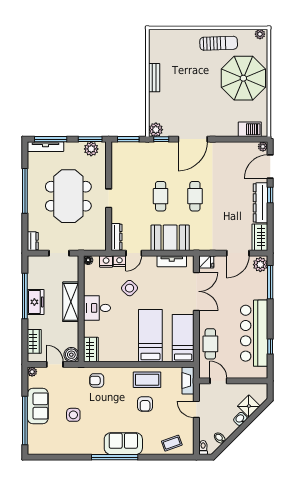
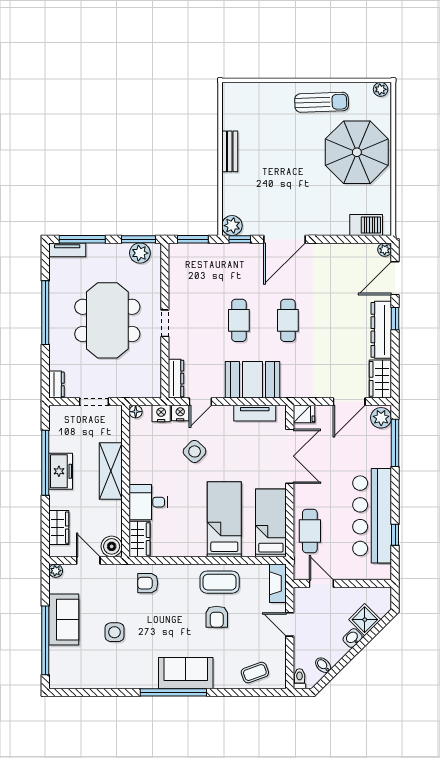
tv unit: (45, 147) -> (67, 250), width x0.71
desk: (97, 308) -> (148, 502), moved

